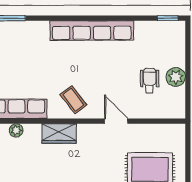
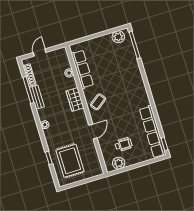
row of seats: (92, 31) -> (153, 132), moved
plant: (176, 77) -> (119, 163), moved

